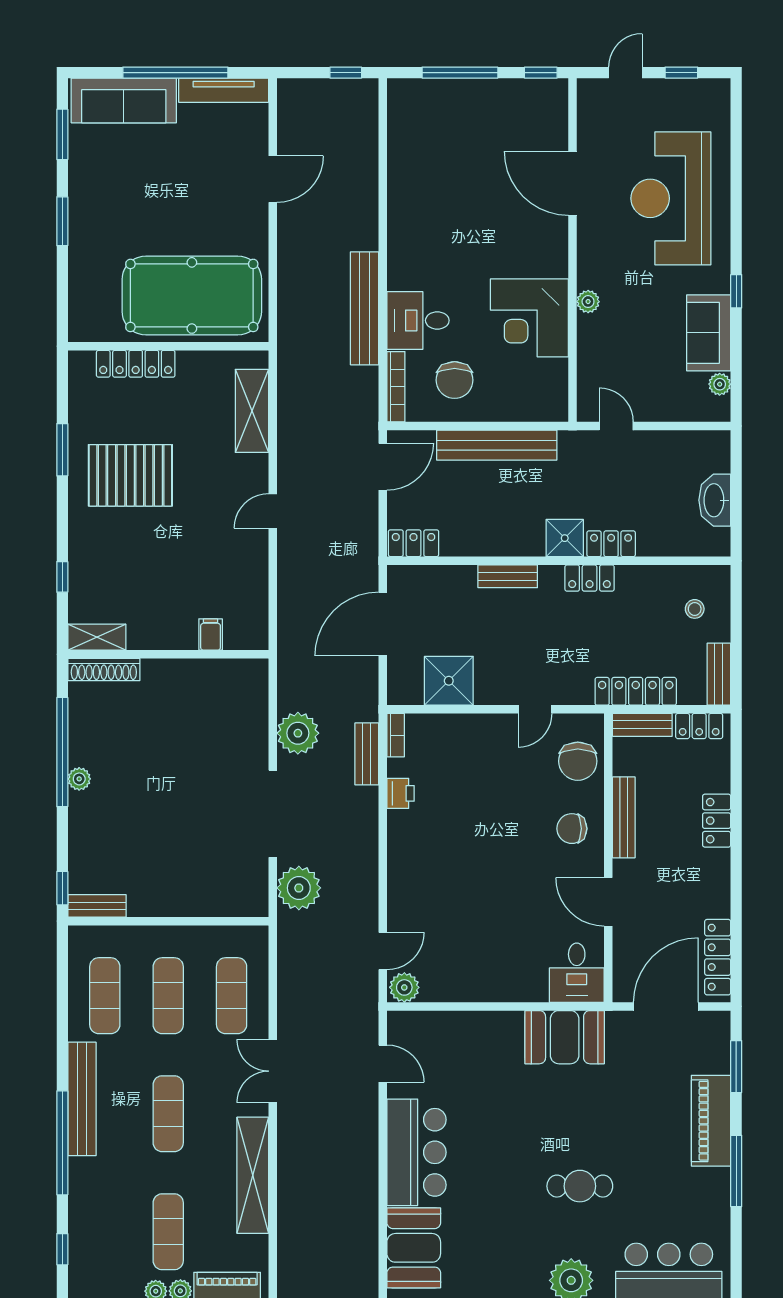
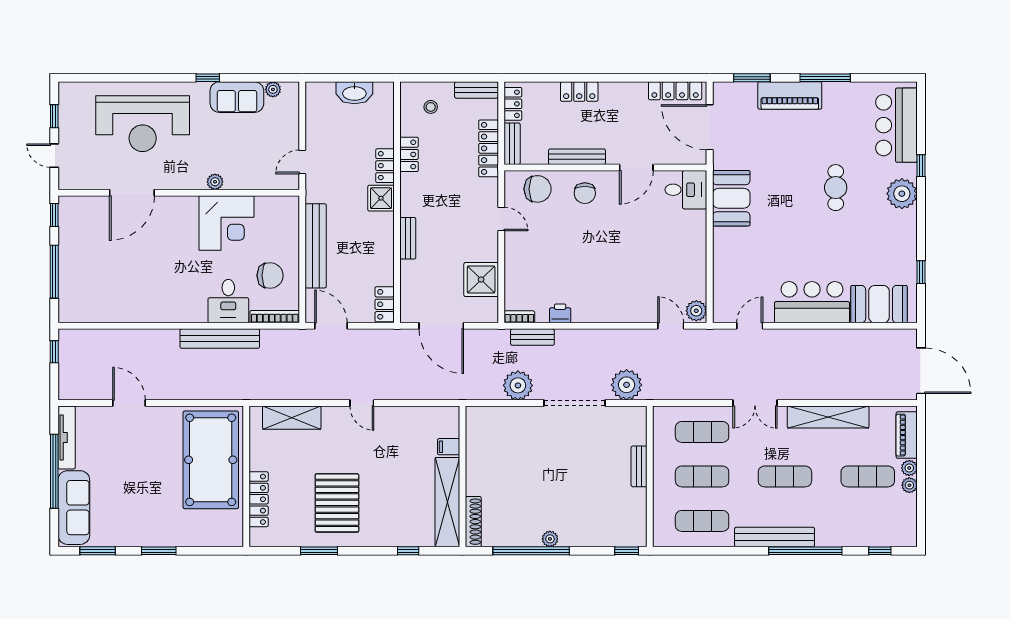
locker: (590, 578) -> (409, 154), moved
shelving: (97, 637) -> (447, 502), width x2.20, depth x1.33
bench: (97, 906) -> (639, 466), moved

